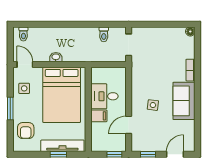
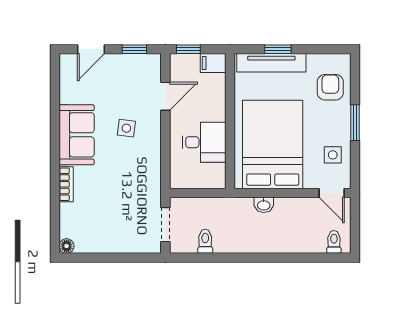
washbasin: (56, 57) -> (264, 205), moved
filing cabinet: (99, 116) -> (213, 63), moved

